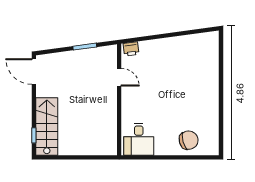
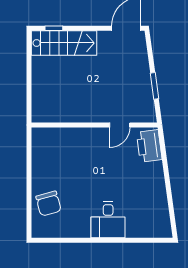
printer: (131, 49) -> (149, 146), width x1.87, depth x1.48
desk: (139, 139) -> (108, 220), moved, turned -90

